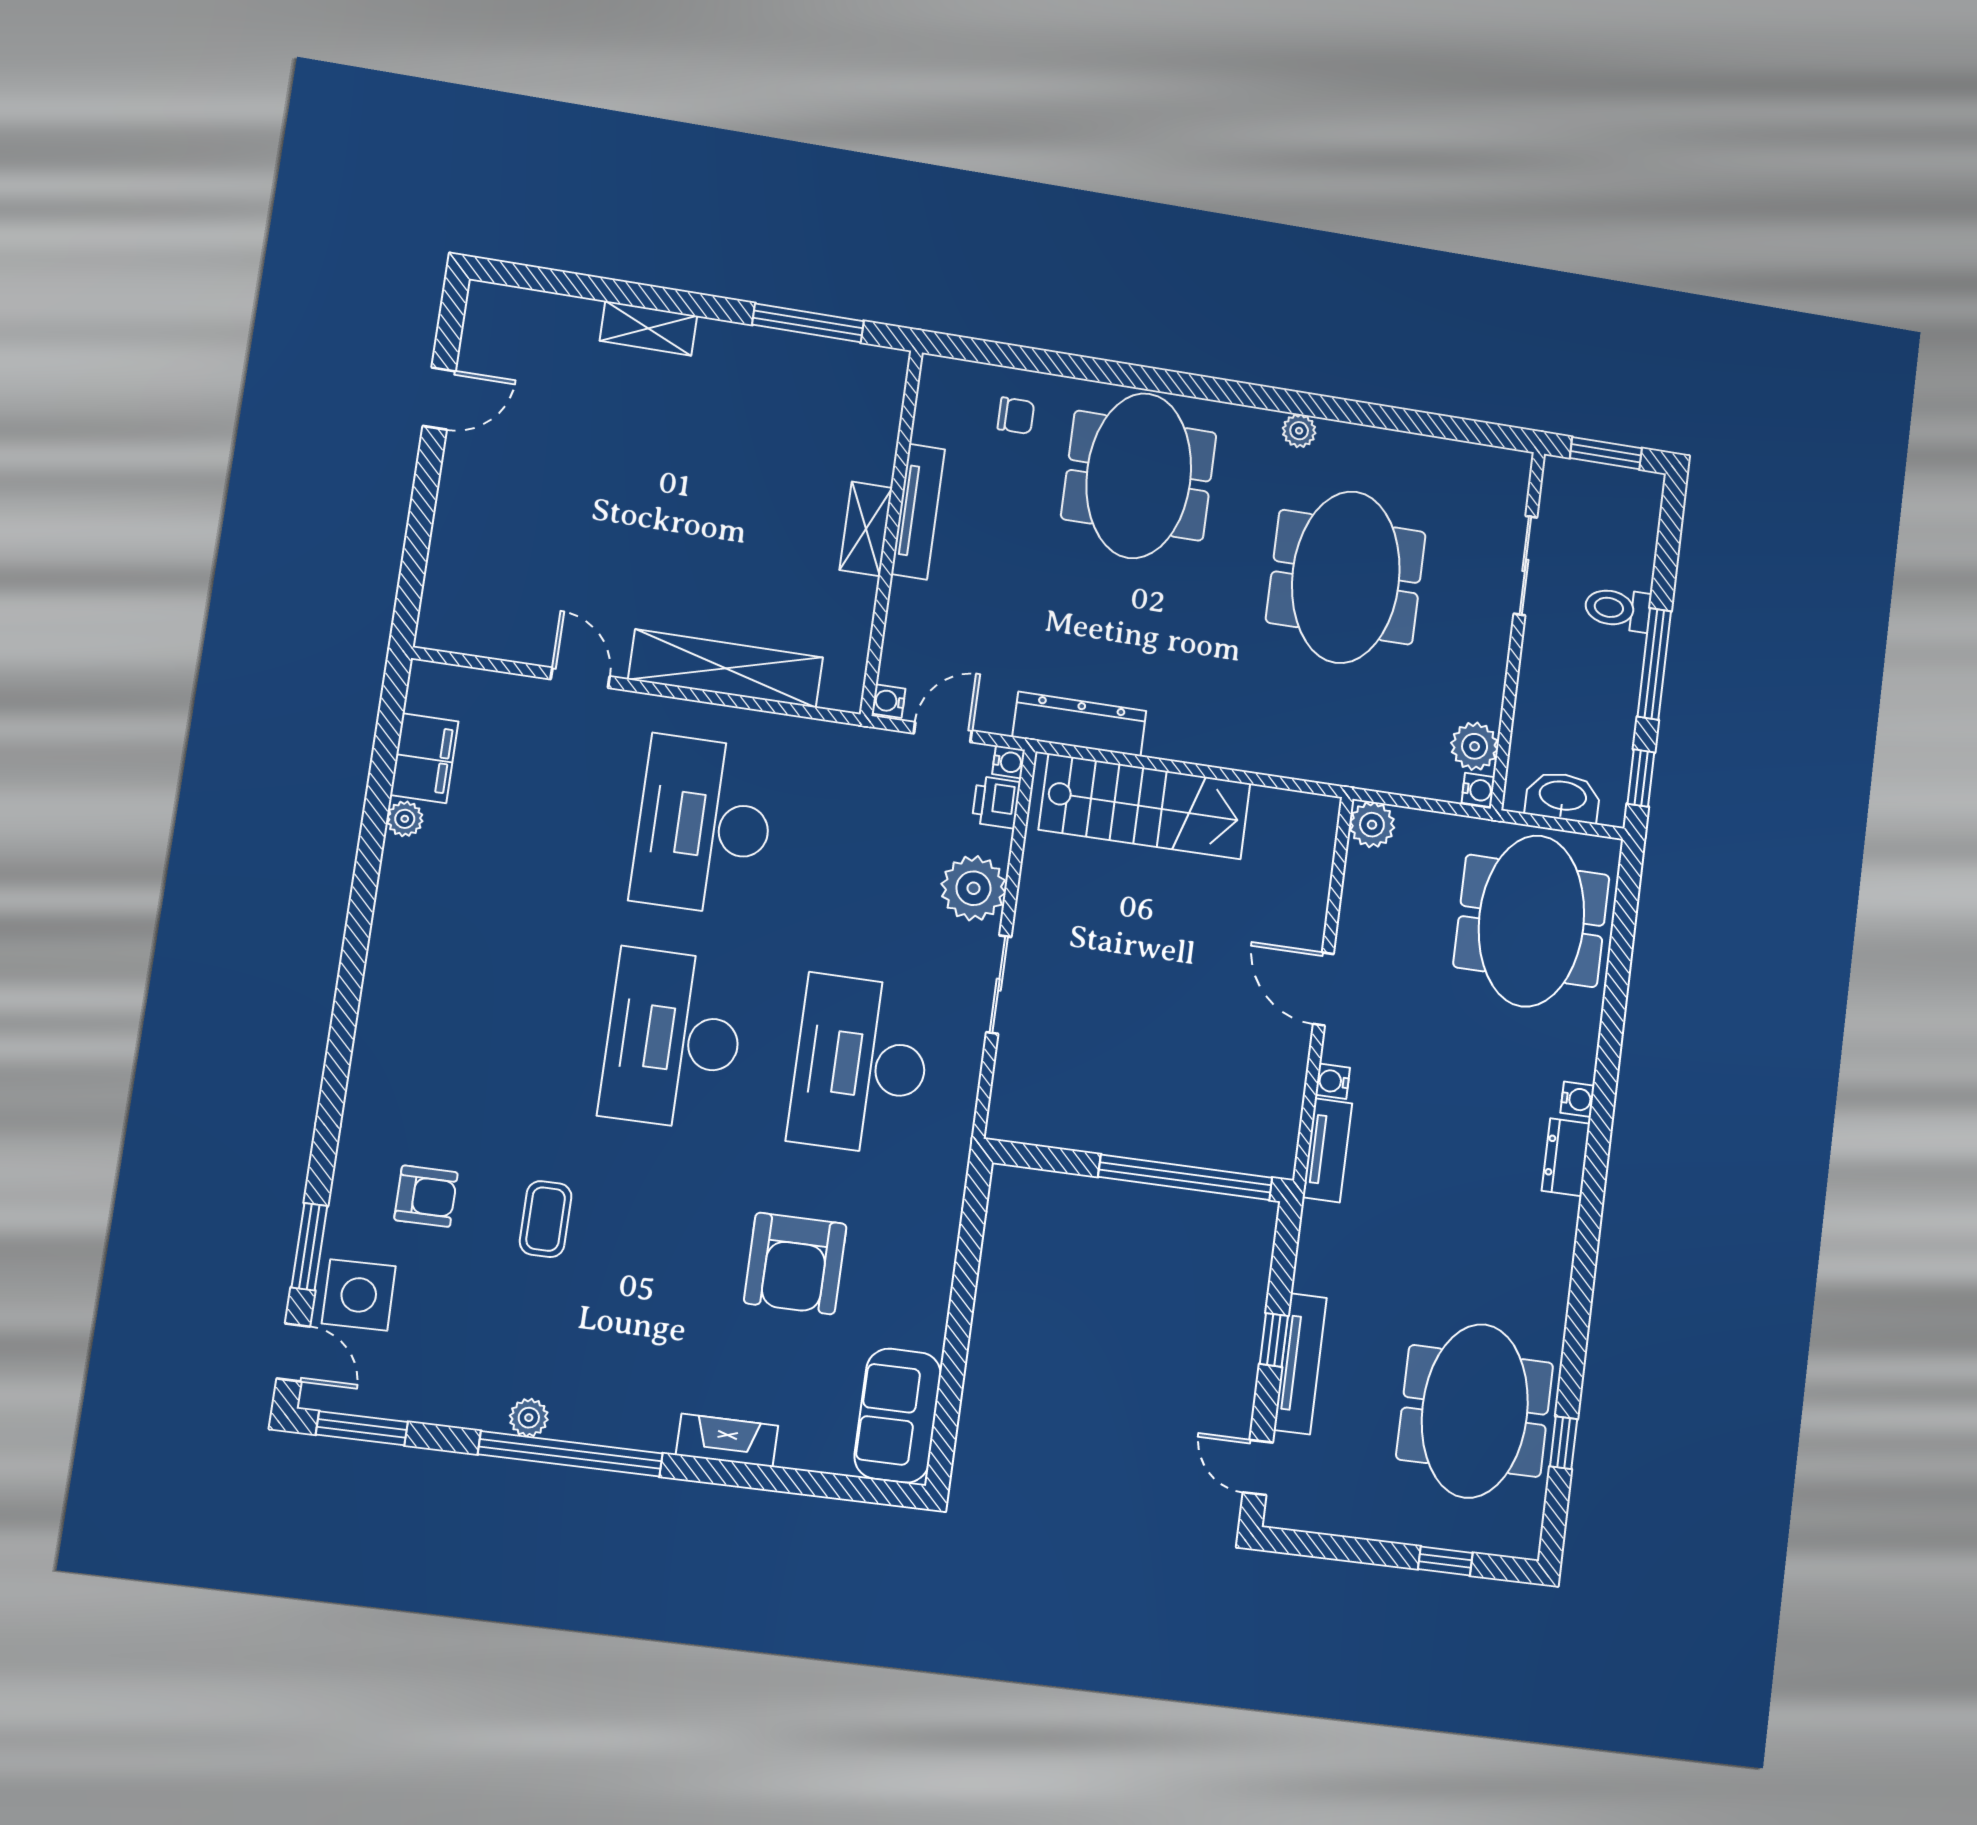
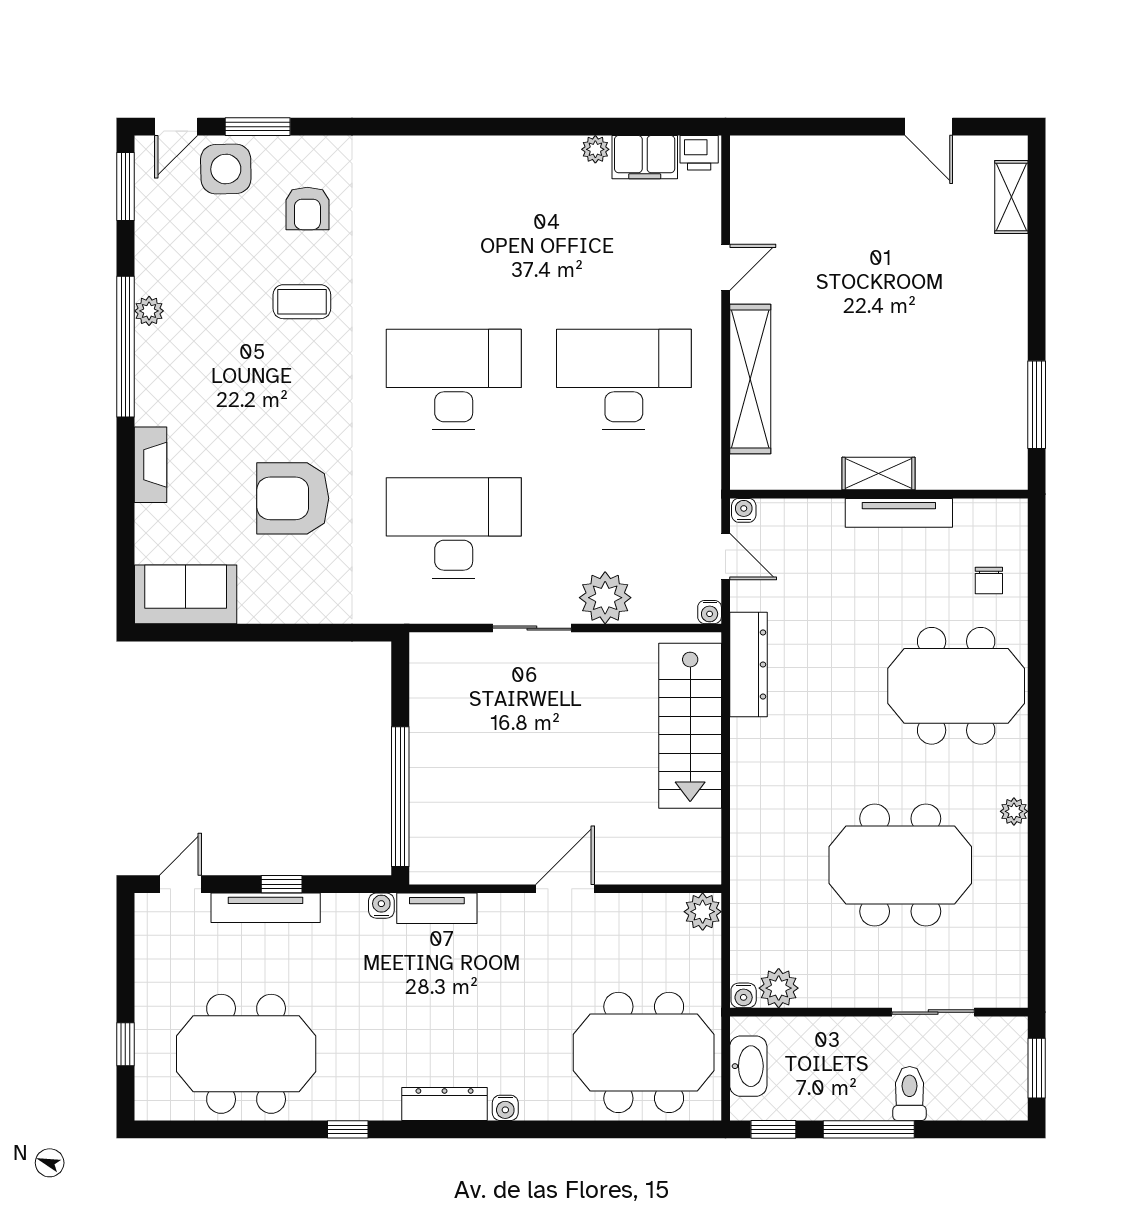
shelving: (648, 328) -> (1011, 197), moved
printer: (996, 802) -> (699, 153), moved, turned 180
water cooler: (1333, 1081) -> (381, 906), moved
dresser: (1566, 1157) -> (445, 1104), width x1.44
window: (1564, 1443) -> (348, 1129), moved

